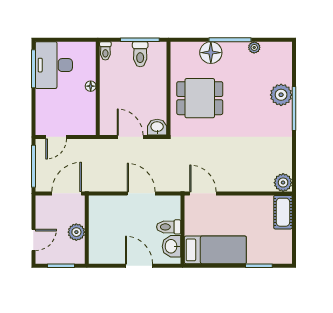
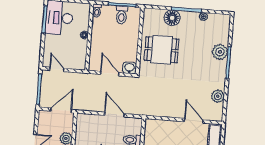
door: (56, 137) -> (57, 69), swing flipped
plant: (283, 183) -> (218, 96), moved
door: (203, 193) -> (194, 121), moved

